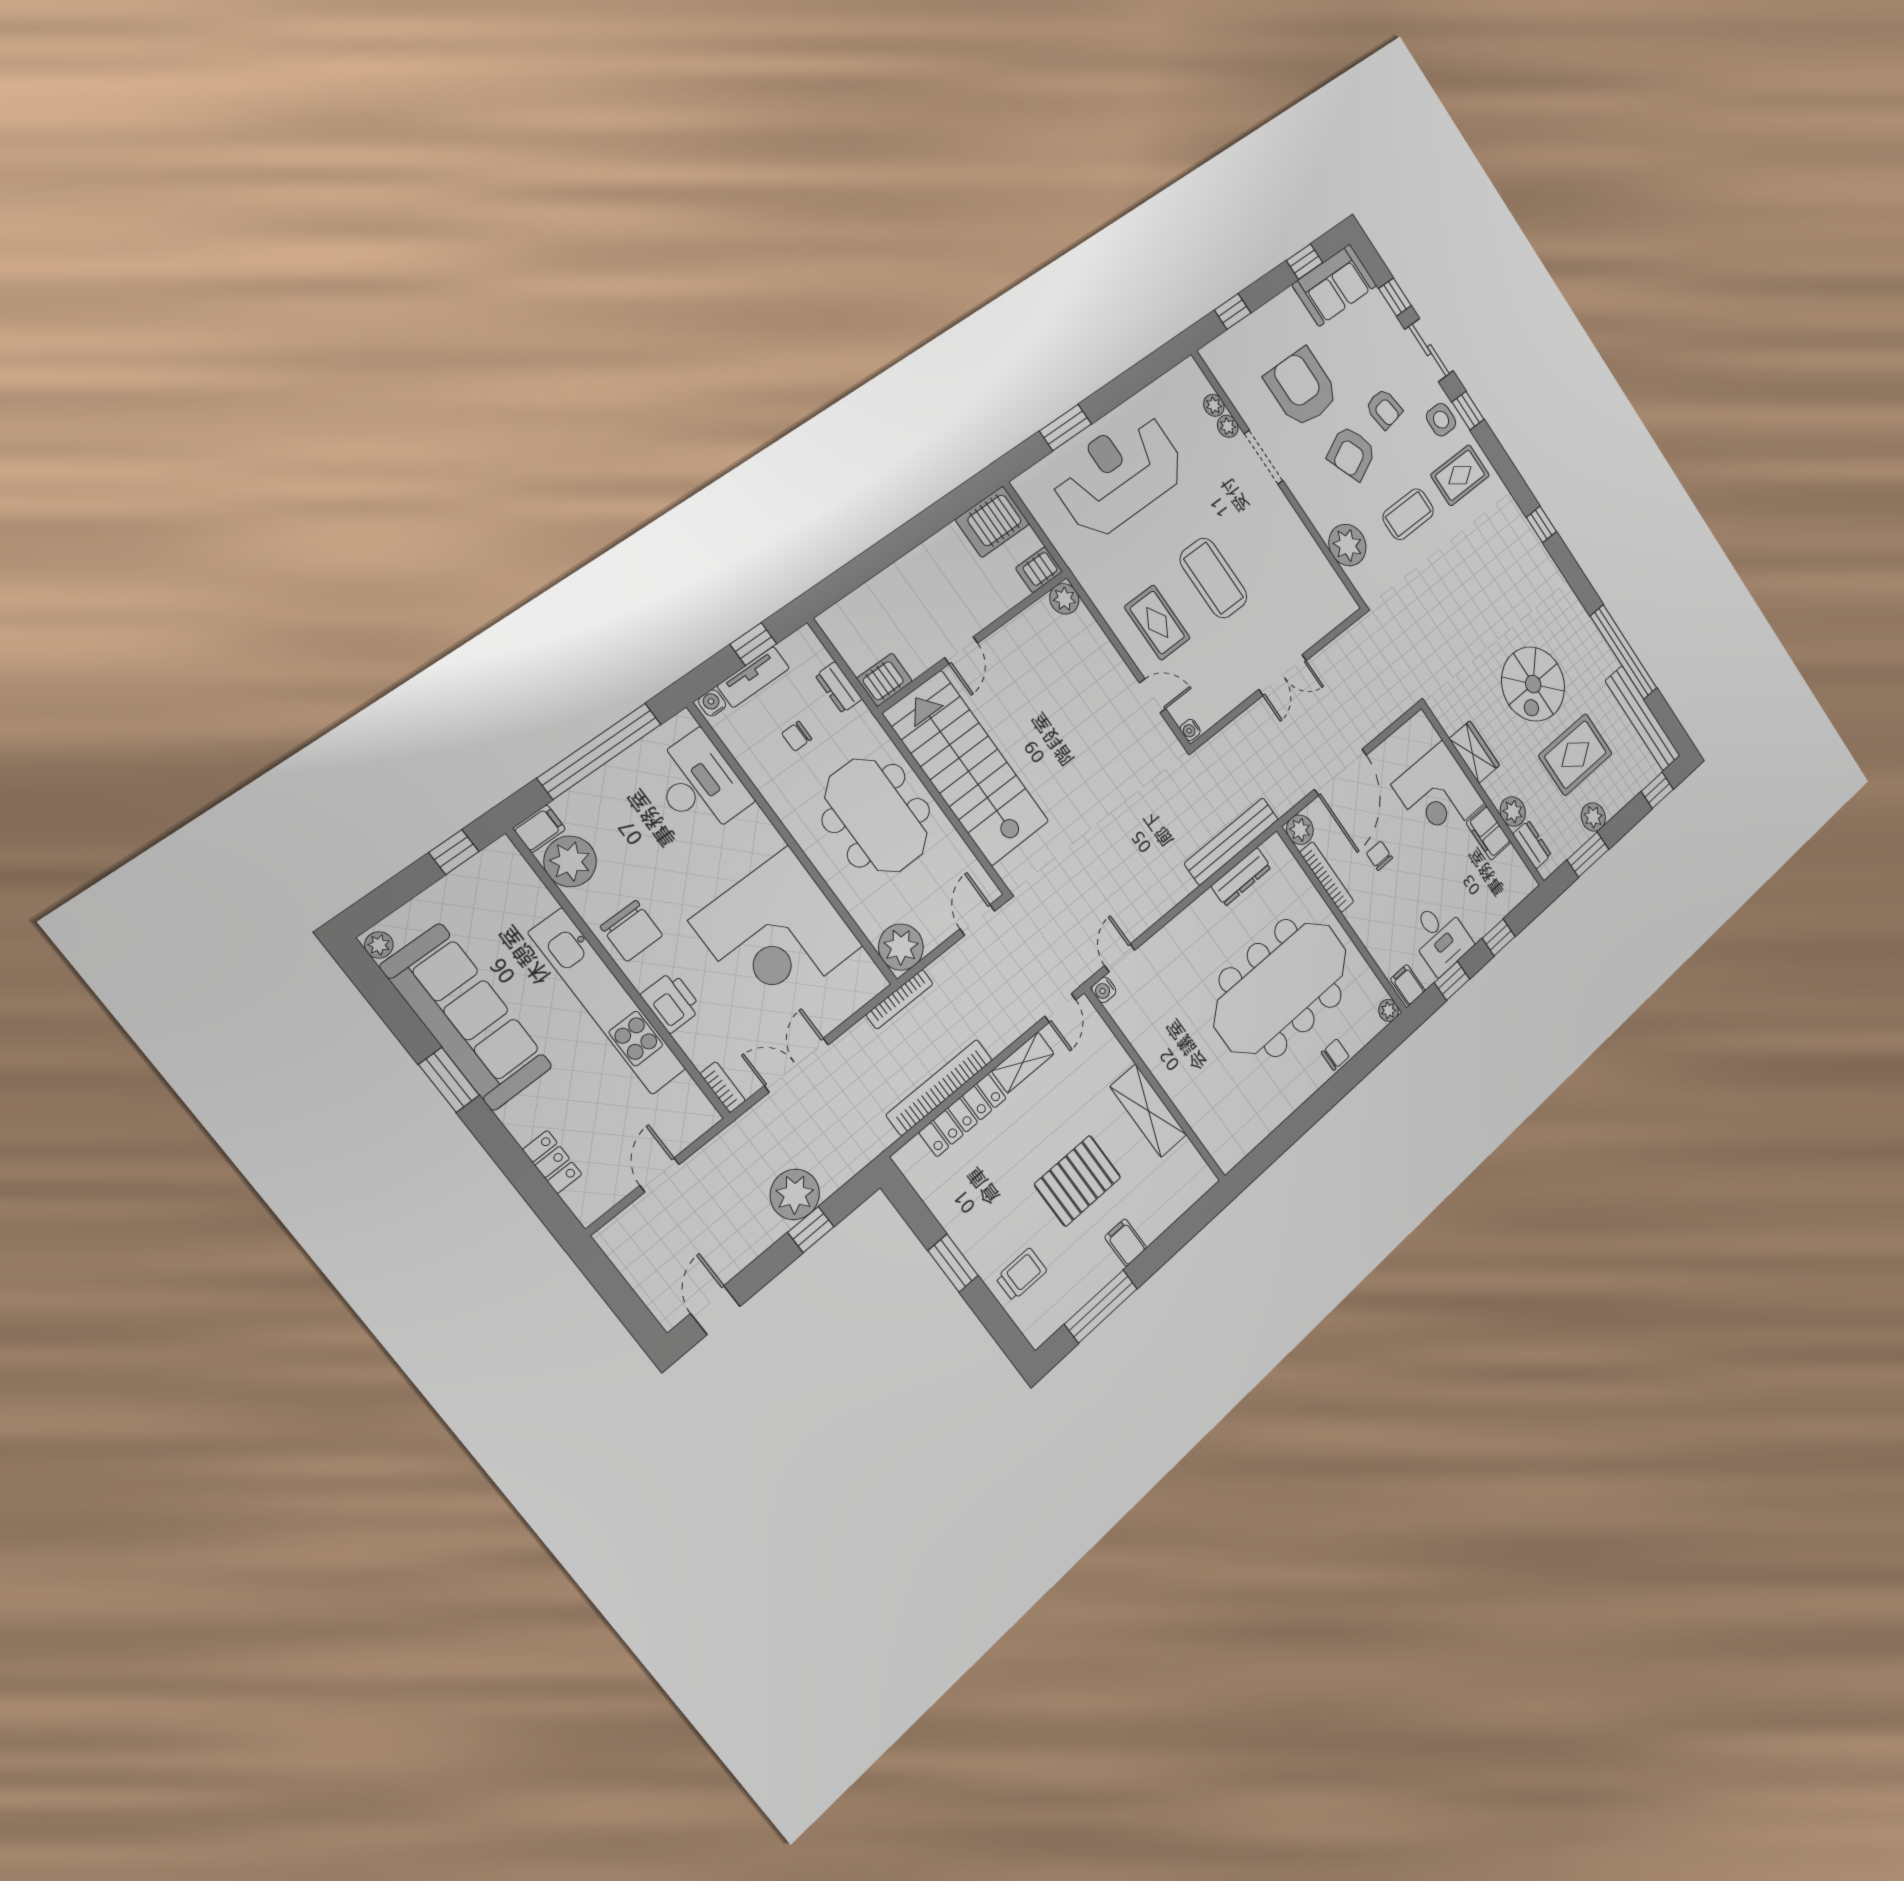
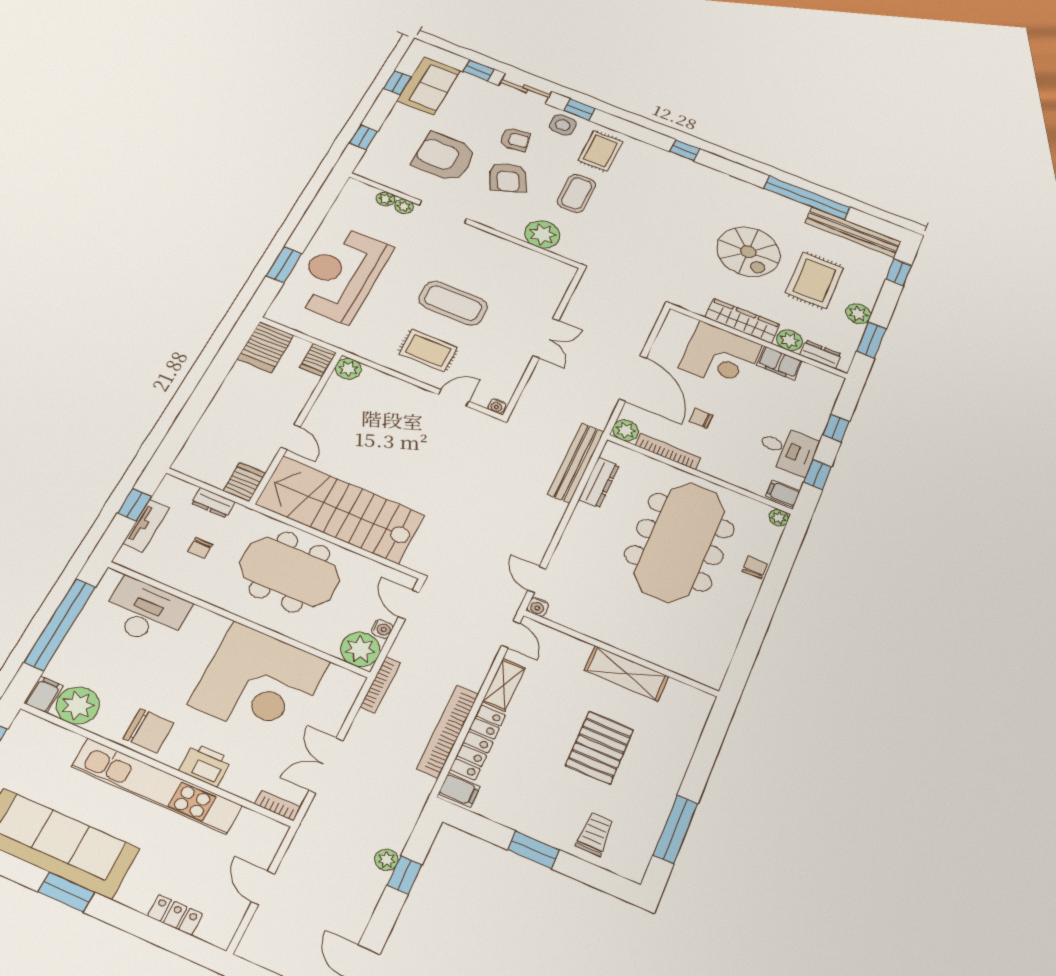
water cooler: (712, 703) -> (382, 629), moved, turned 180
wardrobe: (1474, 752) -> (742, 321), width x1.50
plant: (795, 1194) -> (386, 860), width x0.53, depth x0.53
filing cabinet: (1126, 1242) -> (459, 790), moved, turned 180

